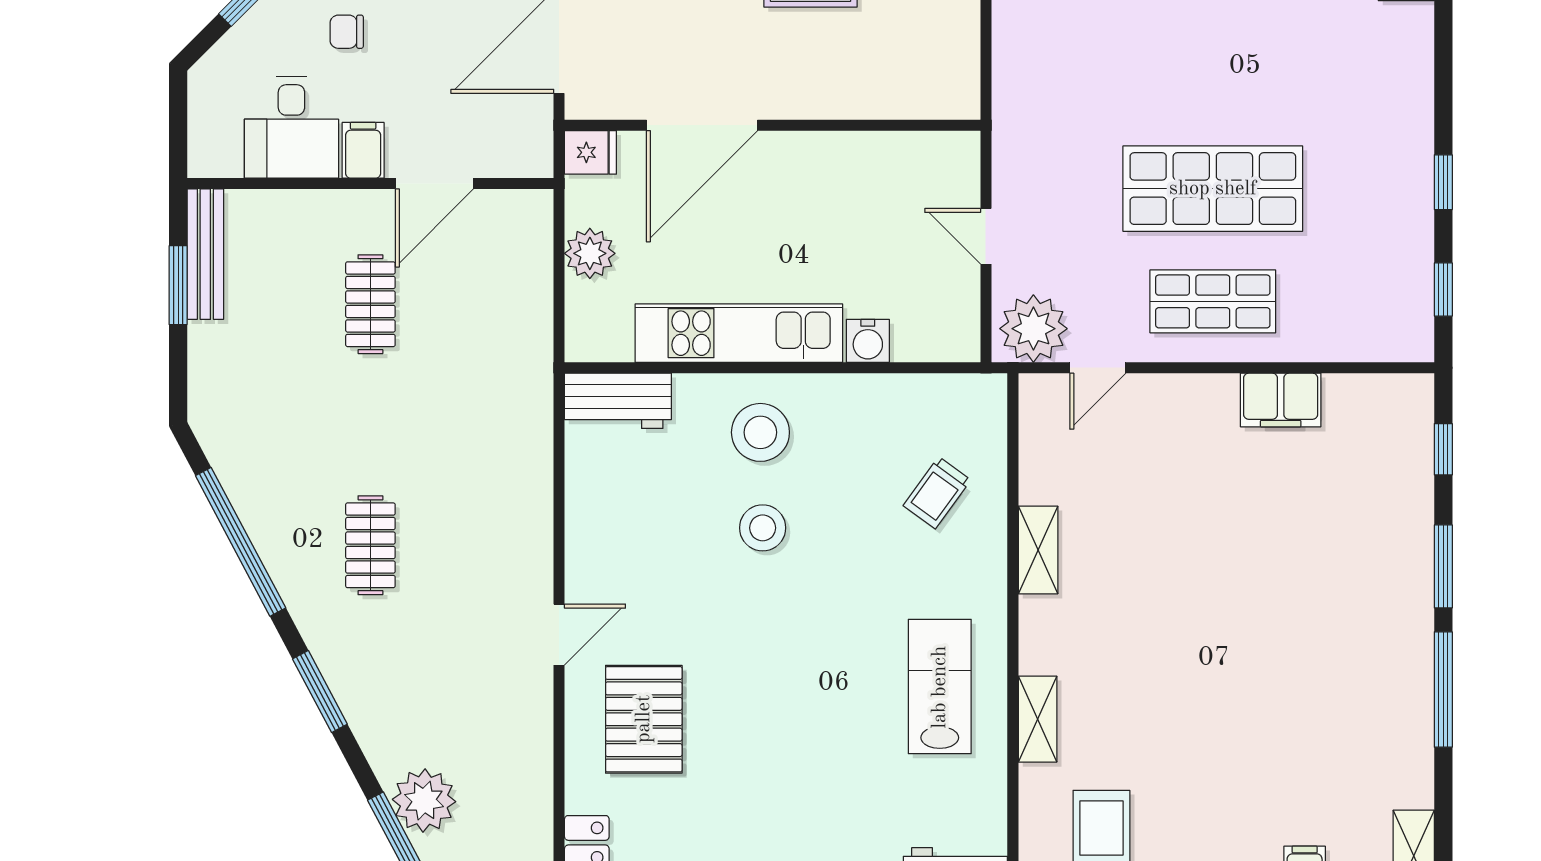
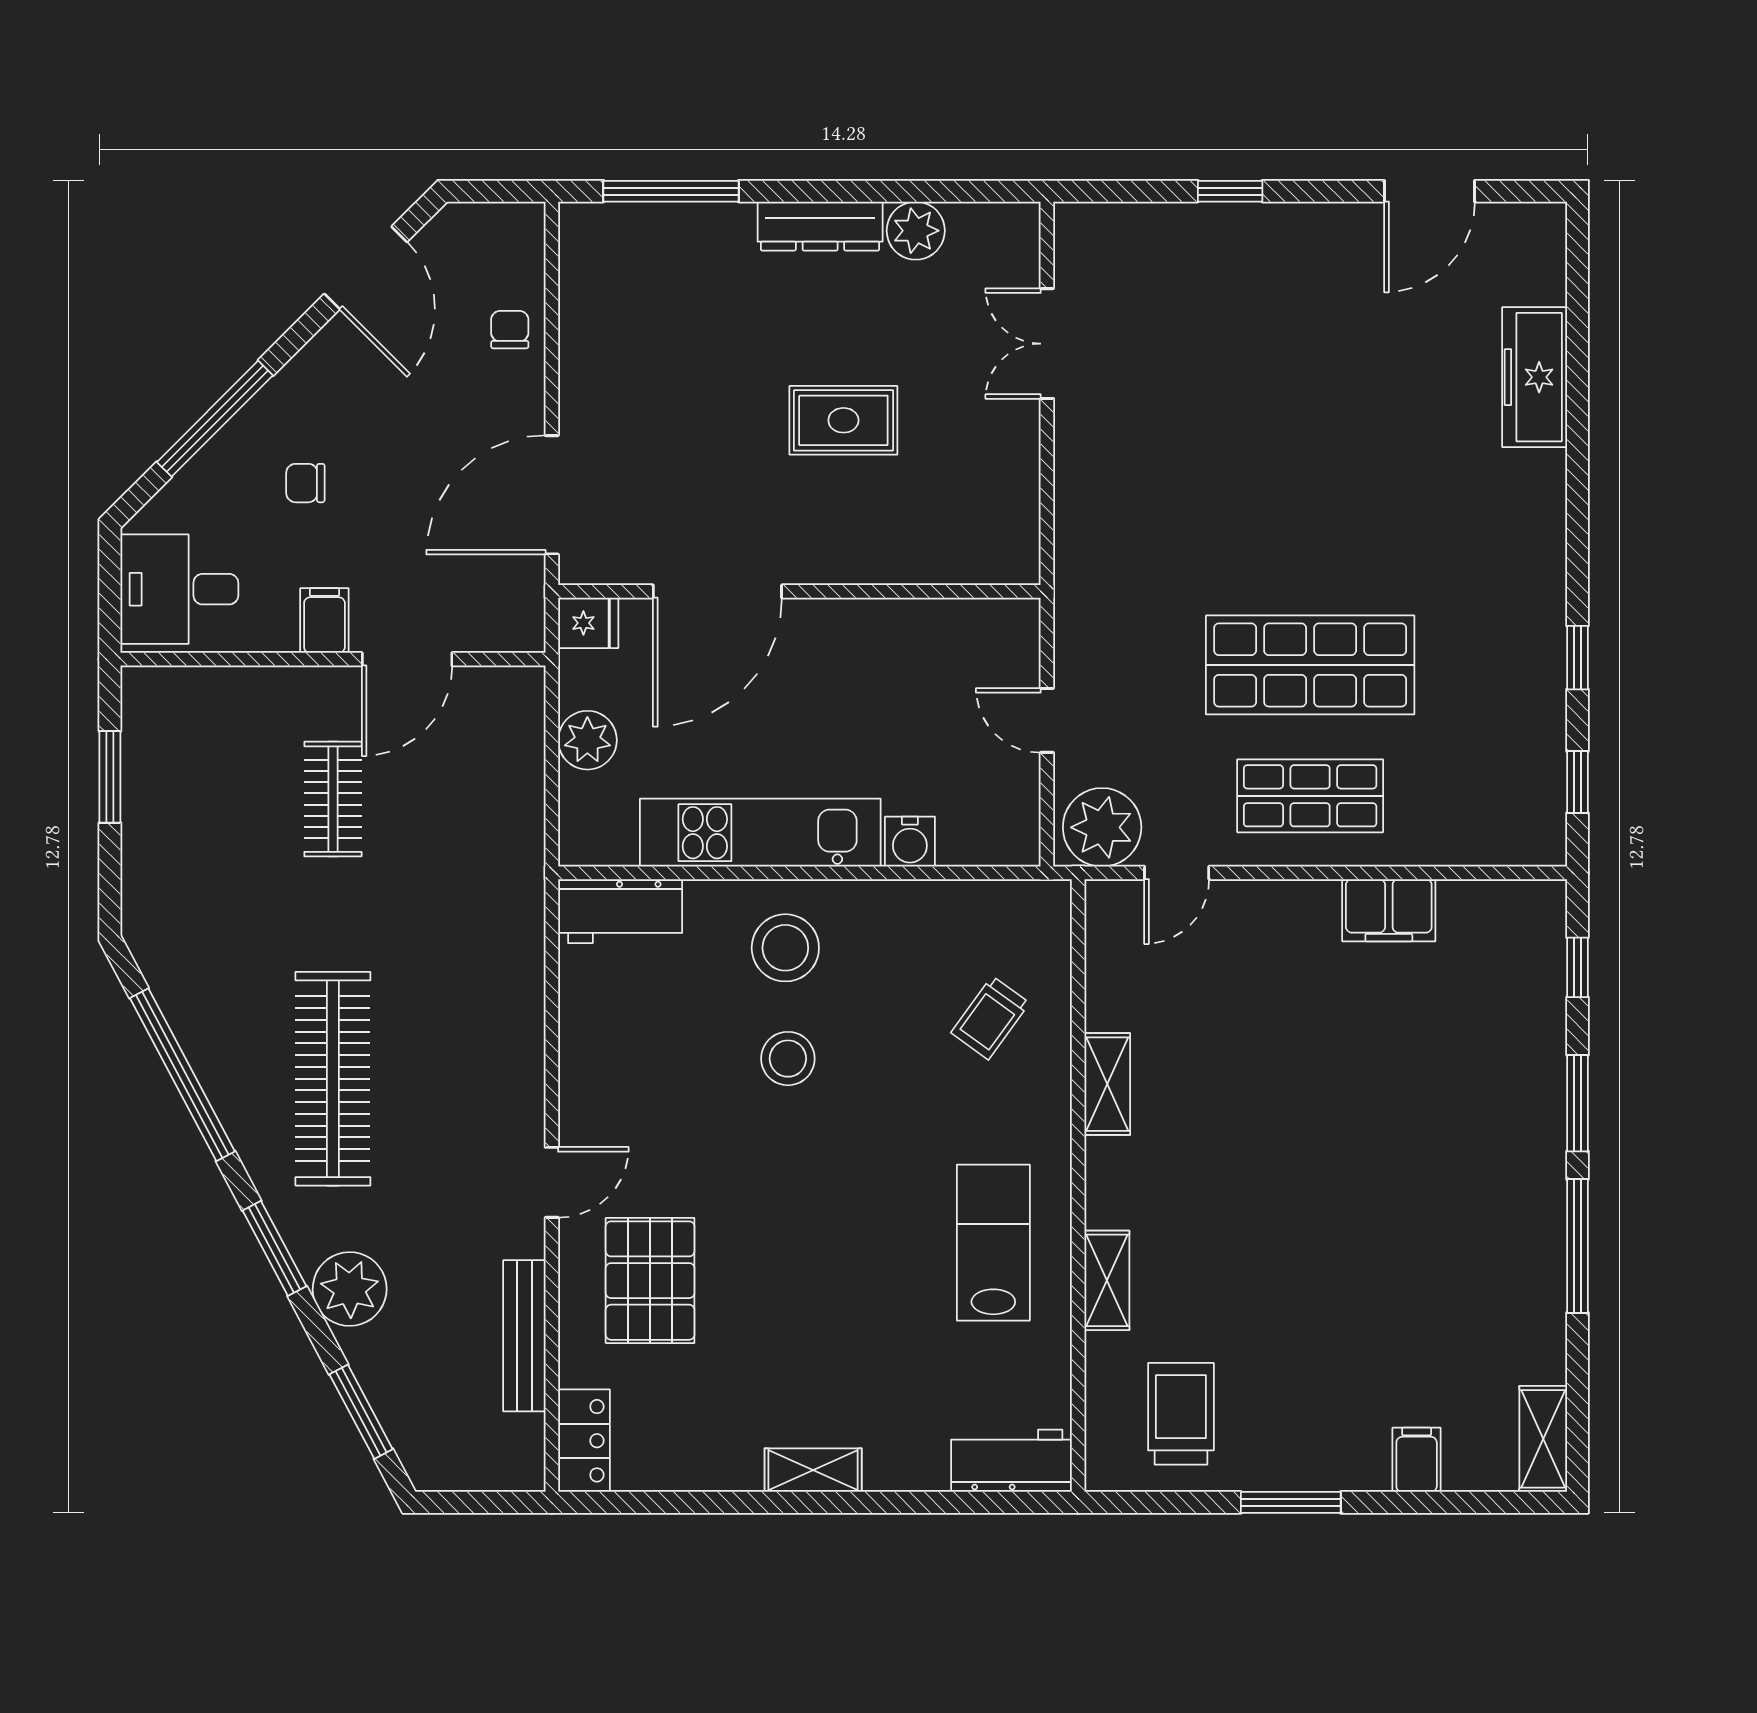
desk: (291, 127) -> (179, 589), moved, turned 90
bench: (205, 254) -> (524, 1336), moved
clothes rail: (370, 545) -> (333, 1079), width x1.86, depth x1.31
plant: (424, 801) -> (350, 1289), moved

